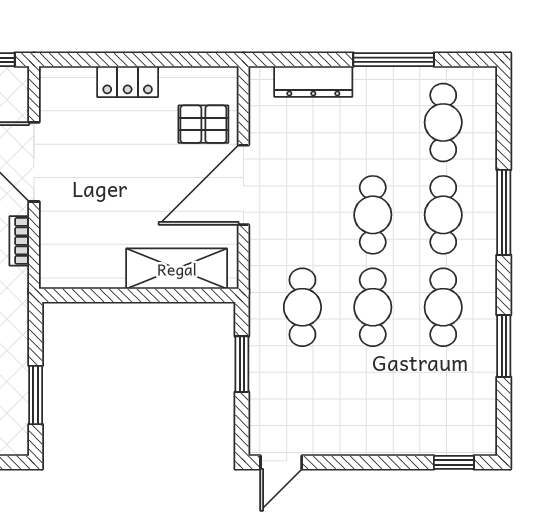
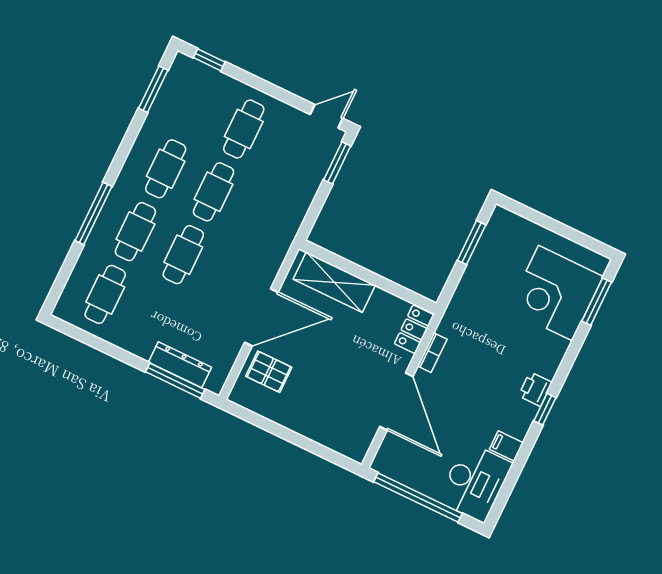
window: (394, 60) -> (175, 381), moved
locker: (128, 82) -> (414, 329), moved, turned -90
cafe table: (302, 307) -> (244, 129), moved
window: (504, 346) -> (153, 89), moved
window: (242, 364) -> (337, 163), moved

